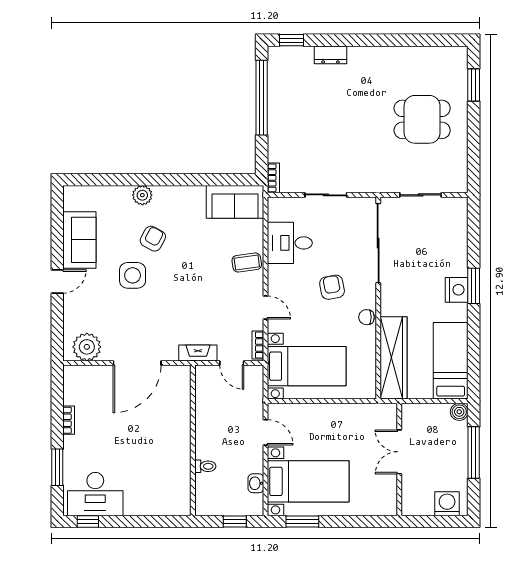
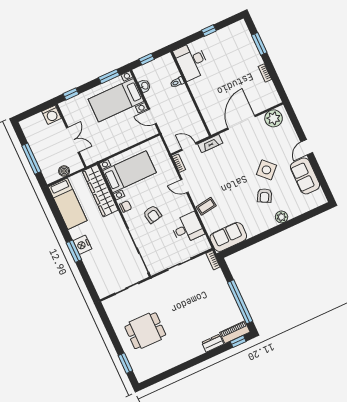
piano: (290, 56) -> (235, 332), added
side table: (133, 275) -> (266, 170), turned 45
bed with nightstands: (307, 366) -> (129, 172), moved, turned 180
boiler: (459, 412) -> (64, 171), moved
desk: (95, 494) -> (192, 61), moved, turned -90
washing machine: (447, 504) -> (52, 115), moved
window: (88, 521) -> (209, 30), moved
window: (371, 521) -> (71, 94), added

